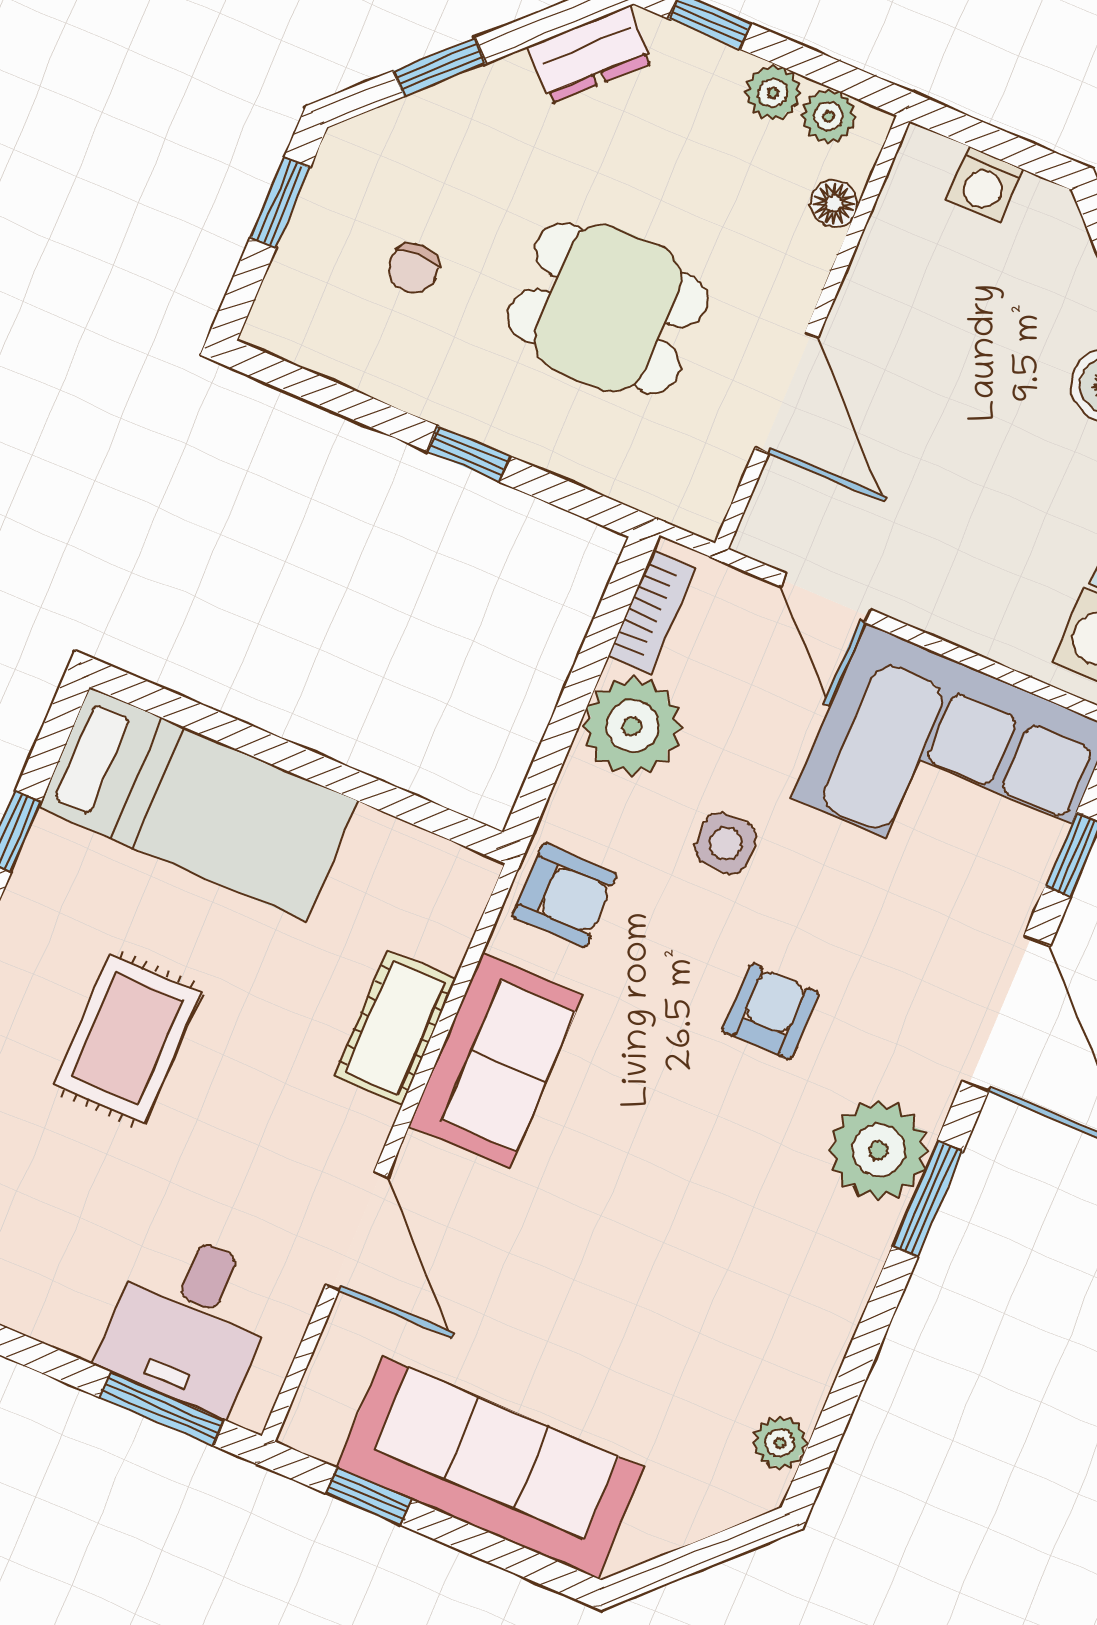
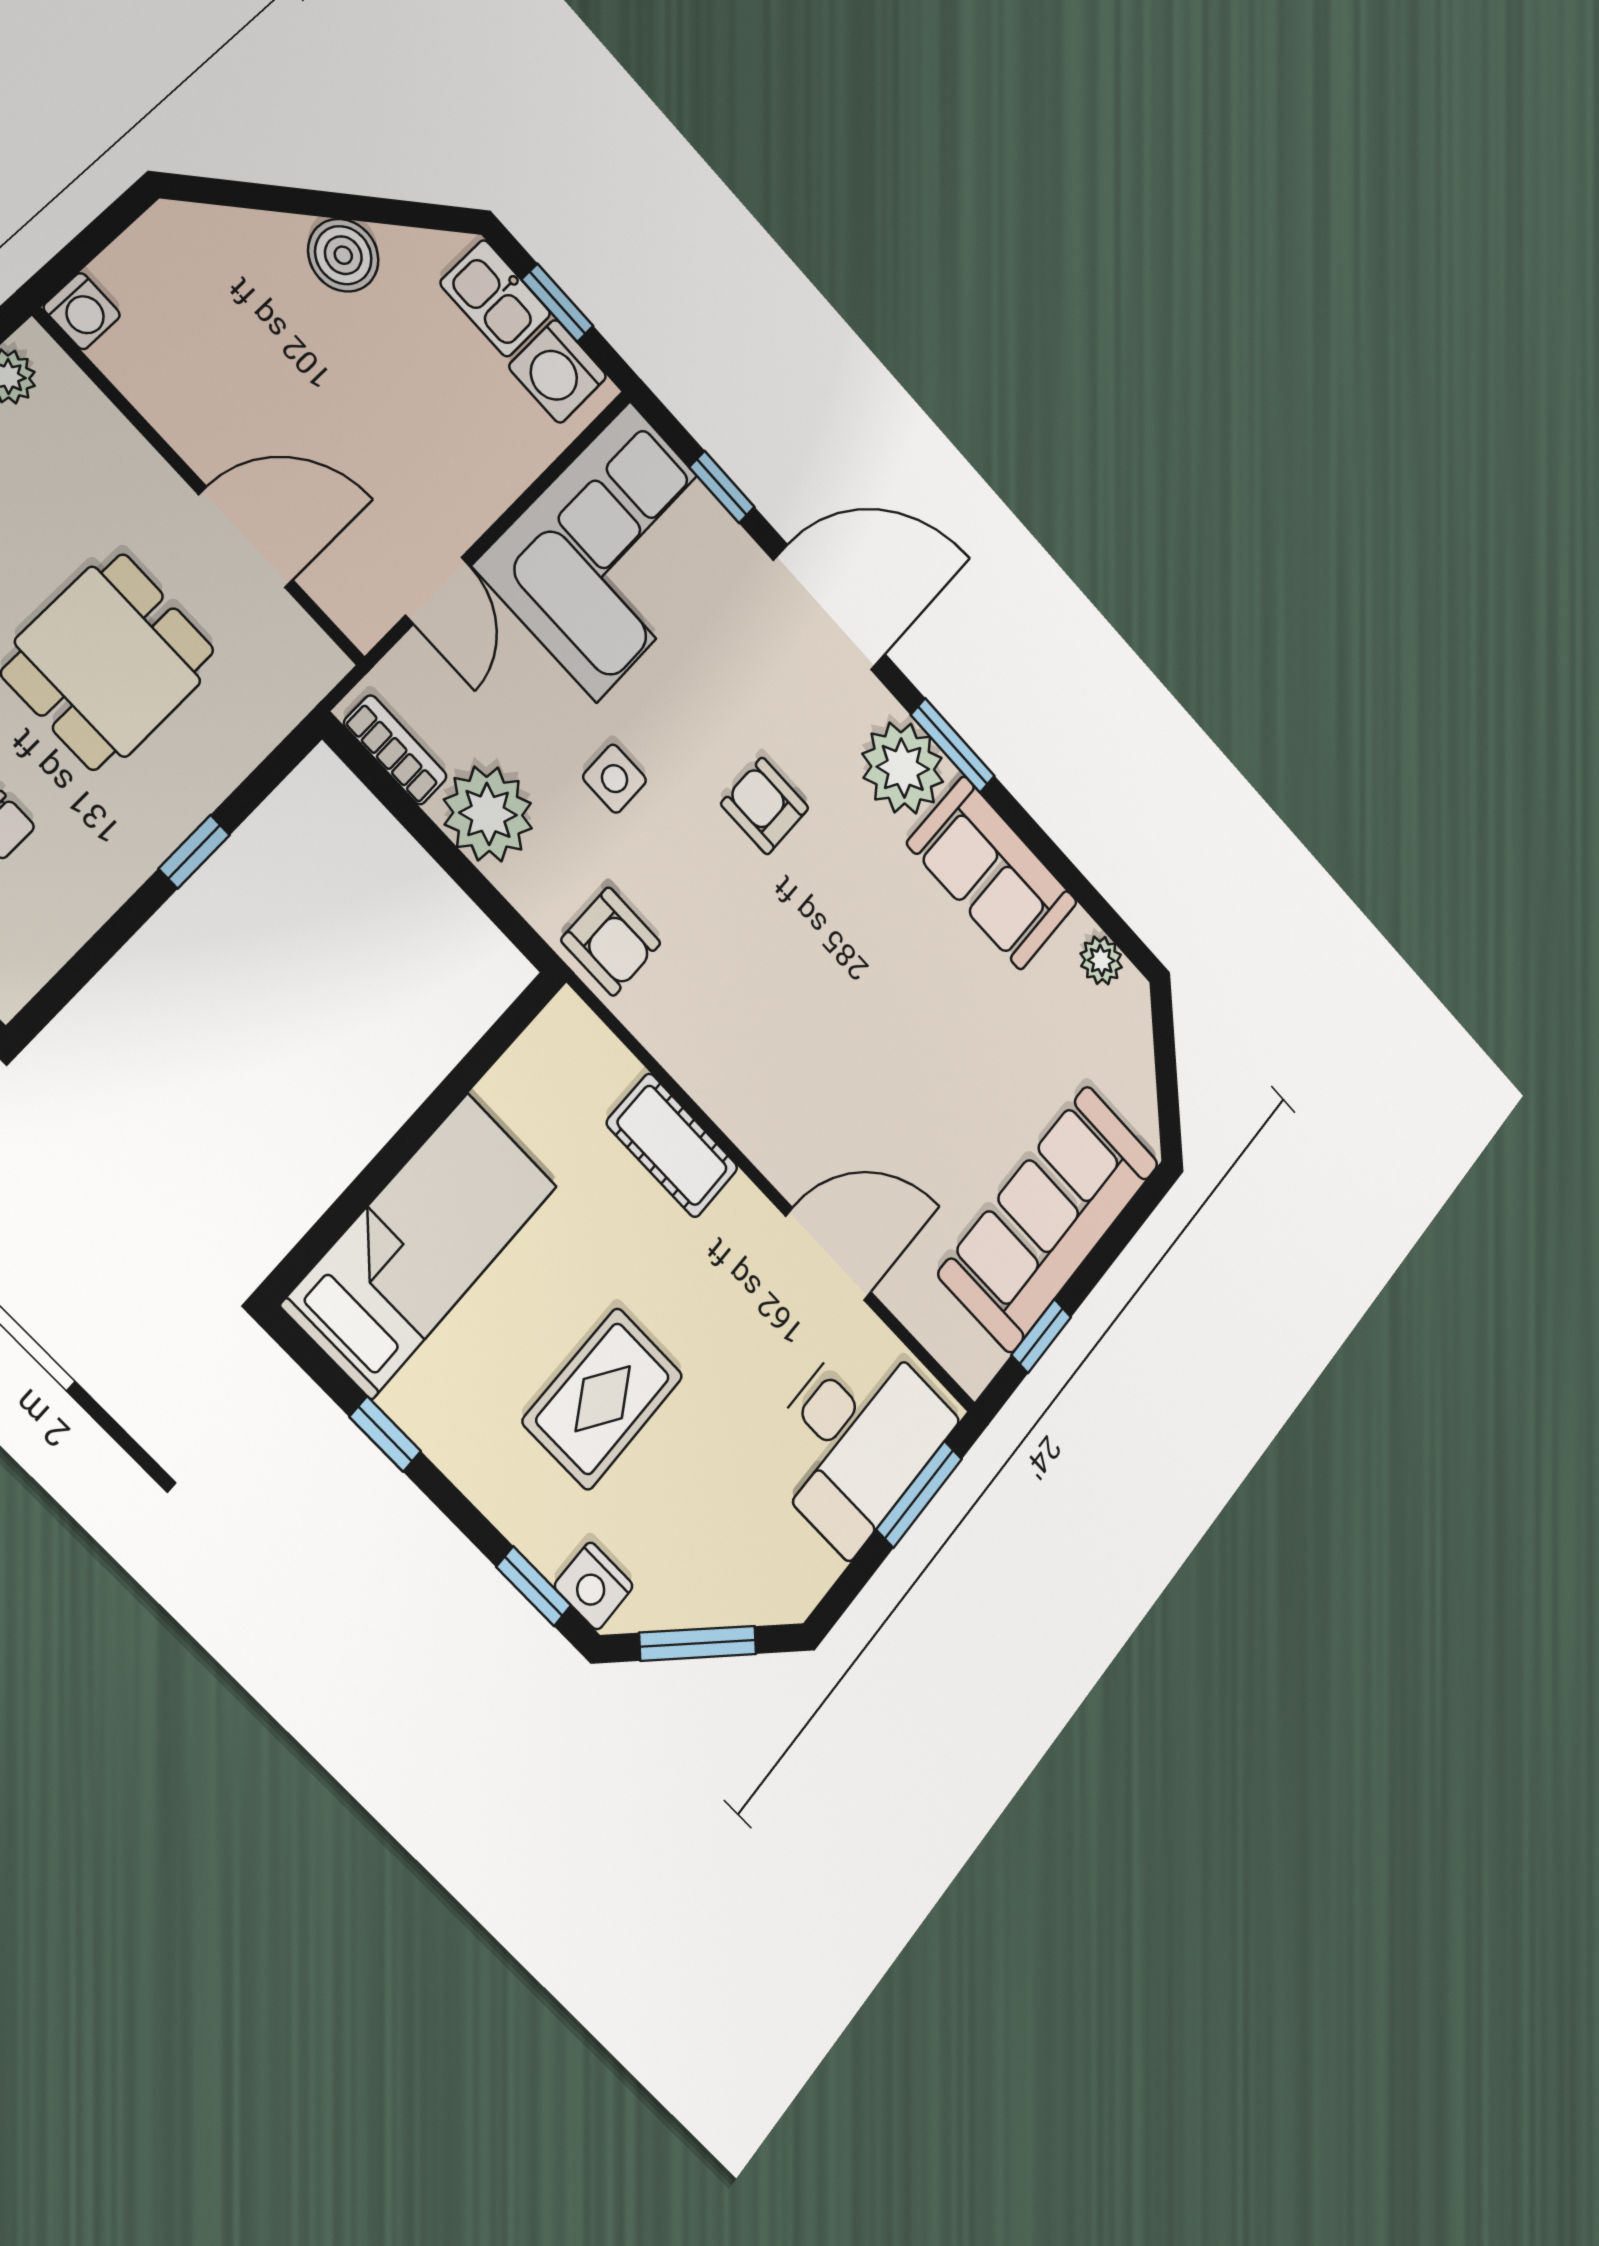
washing machine: (985, 184) -> (82, 311), moved
floor lamp: (834, 203) -> (91, 411), removed
door: (826, 598) -> (438, 591), hinge flipped
armchair: (564, 895) -> (611, 941), turned 90
rug: (127, 1039) -> (603, 1399), turned 90
sofa: (496, 1060) -> (992, 873), moved, turned 180
desk: (190, 1321) -> (856, 1439), width x1.37

